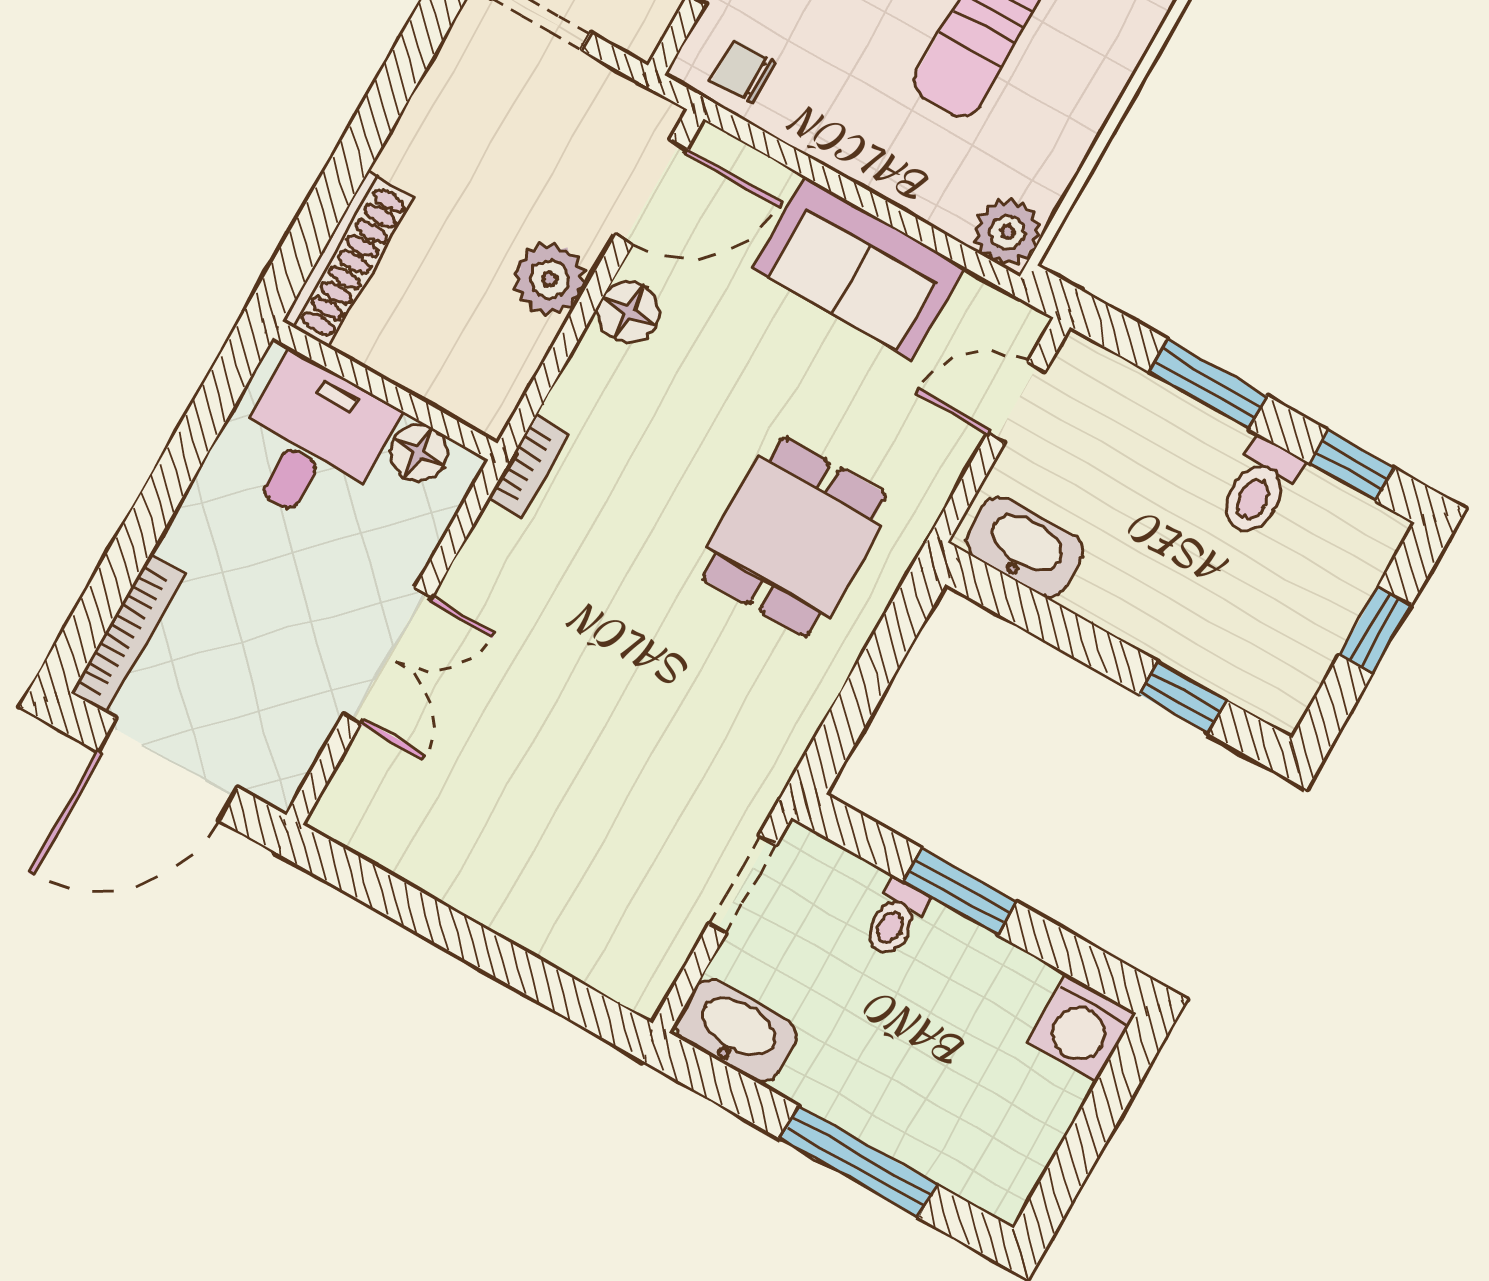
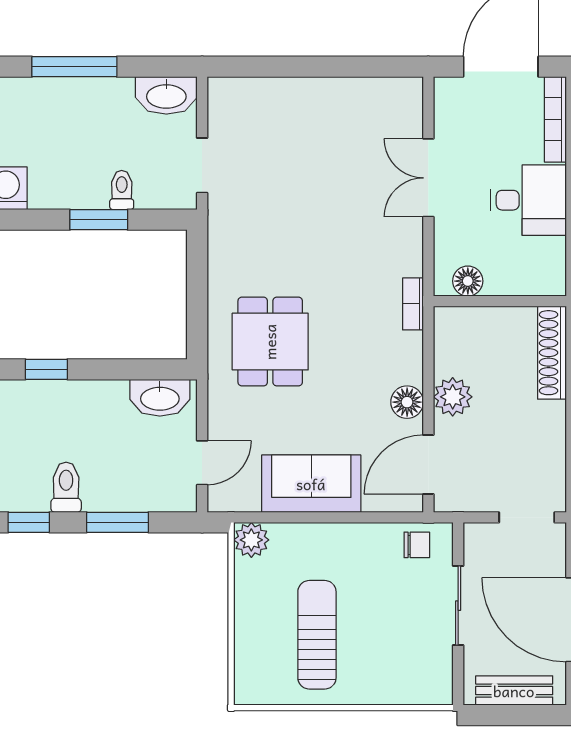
desk: (312, 441) -> (528, 200), moved, turned -90

